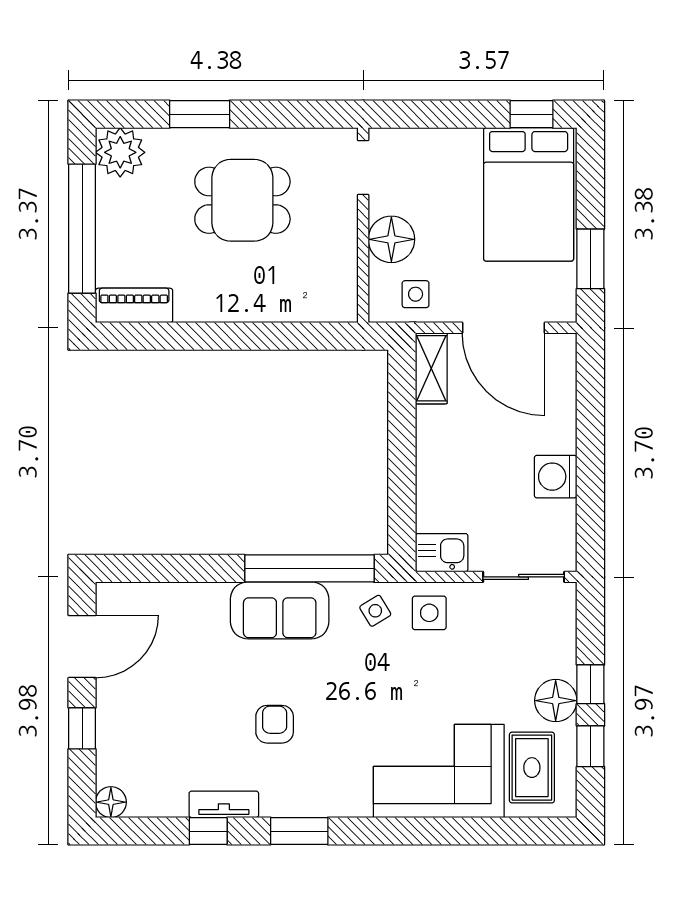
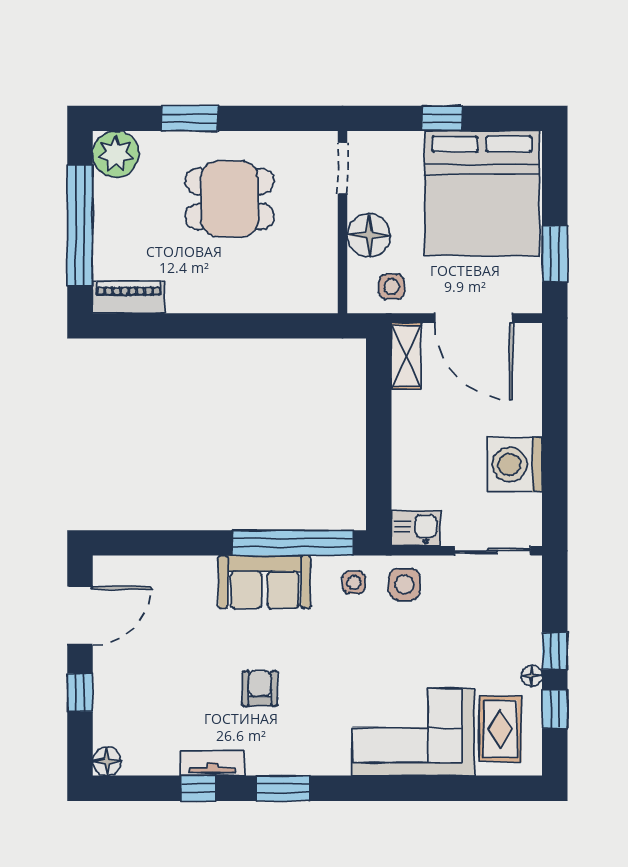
window: (532, 114) -> (442, 118), moved
bed: (529, 194) -> (482, 193), width x1.36
washing machine: (556, 477) -> (515, 464), width x1.37, depth x1.37
side table: (375, 611) -> (354, 582), turned 31
floor lamp: (556, 701) -> (532, 676), width x0.53, depth x0.53

